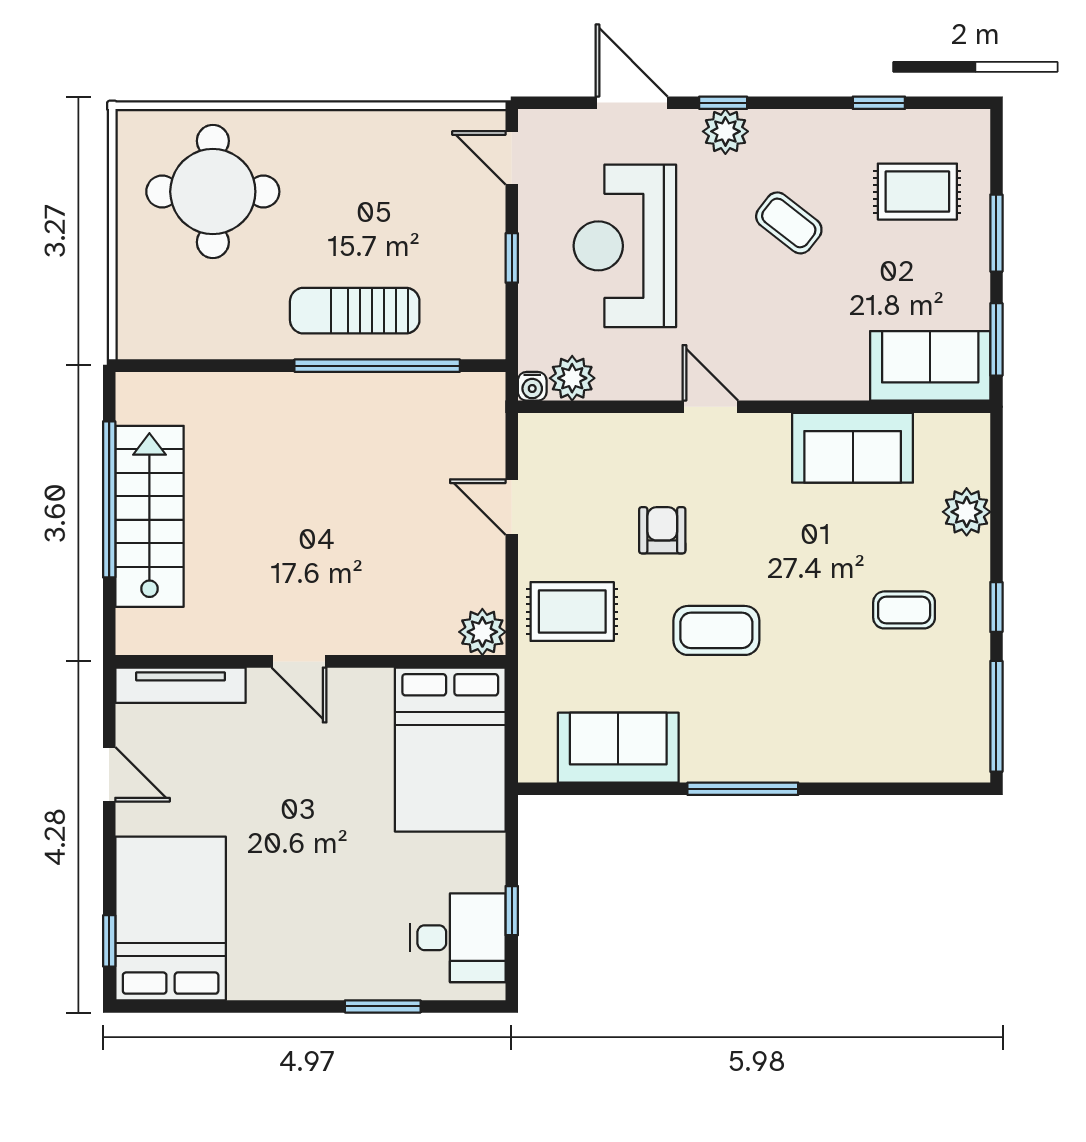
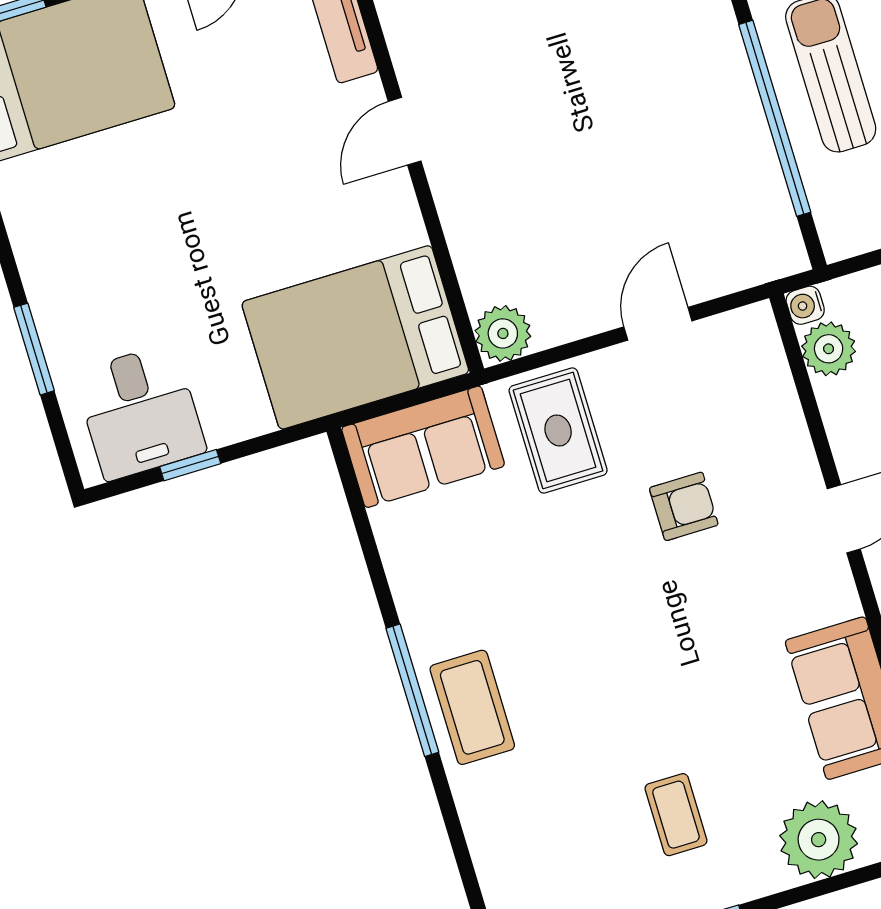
plant: (967, 512) -> (819, 840), width x1.36, depth x1.36
coffee table: (716, 630) -> (472, 707), moved
sofa: (618, 748) -> (423, 447), moved, turned 90

